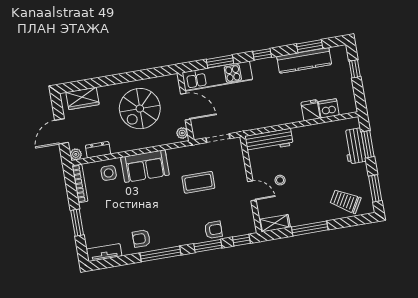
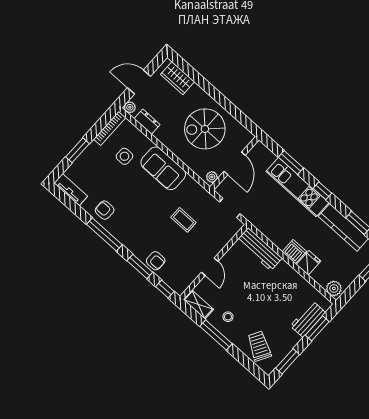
kitchen unit: (217, 76) -> (297, 187), moved
plant: (347, 106) -> (334, 288), added
dishwasher: (329, 108) -> (294, 252), moved
side table: (109, 173) -> (124, 156), moved
stool: (280, 180) -> (228, 317), moved
coffee table: (198, 182) -> (183, 220), width x0.73, depth x0.77

